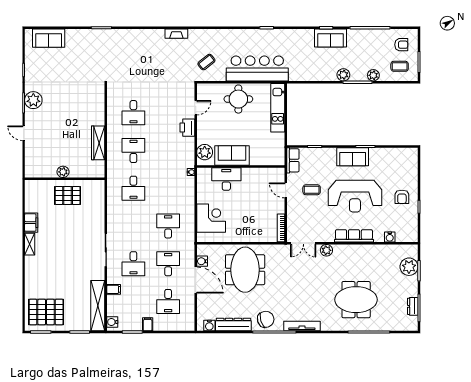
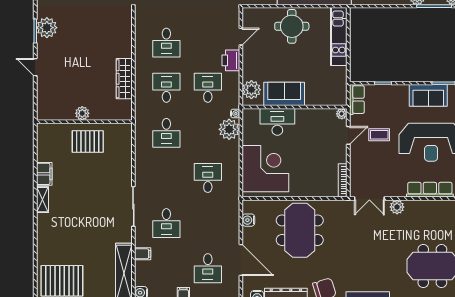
plant: (280, 172) -> (342, 114), added
plant: (186, 185) -> (229, 129), added
door: (286, 190) -> (348, 135), swing flipped
corner desk: (211, 218) -> (265, 169), width x1.36, depth x1.36
desk: (168, 264) -> (208, 88), moved
door: (196, 280) -> (241, 260), moved

